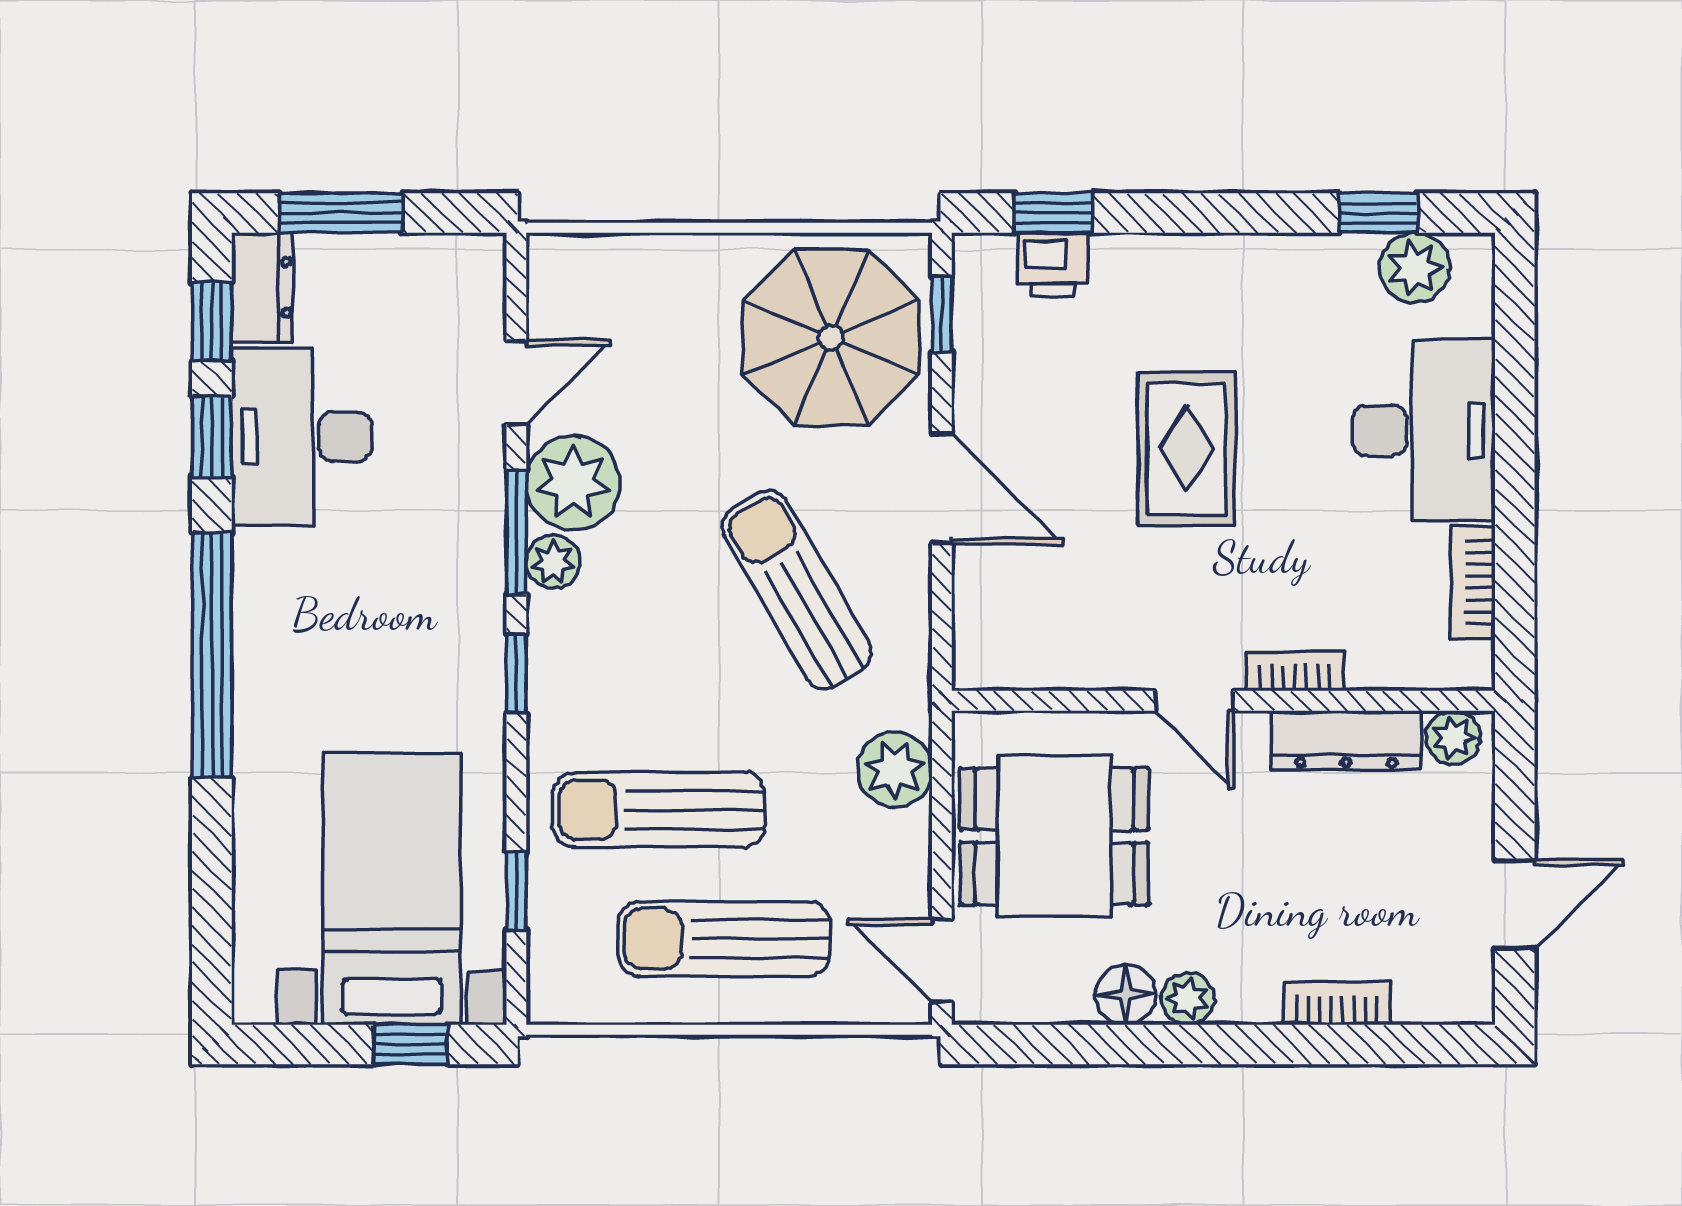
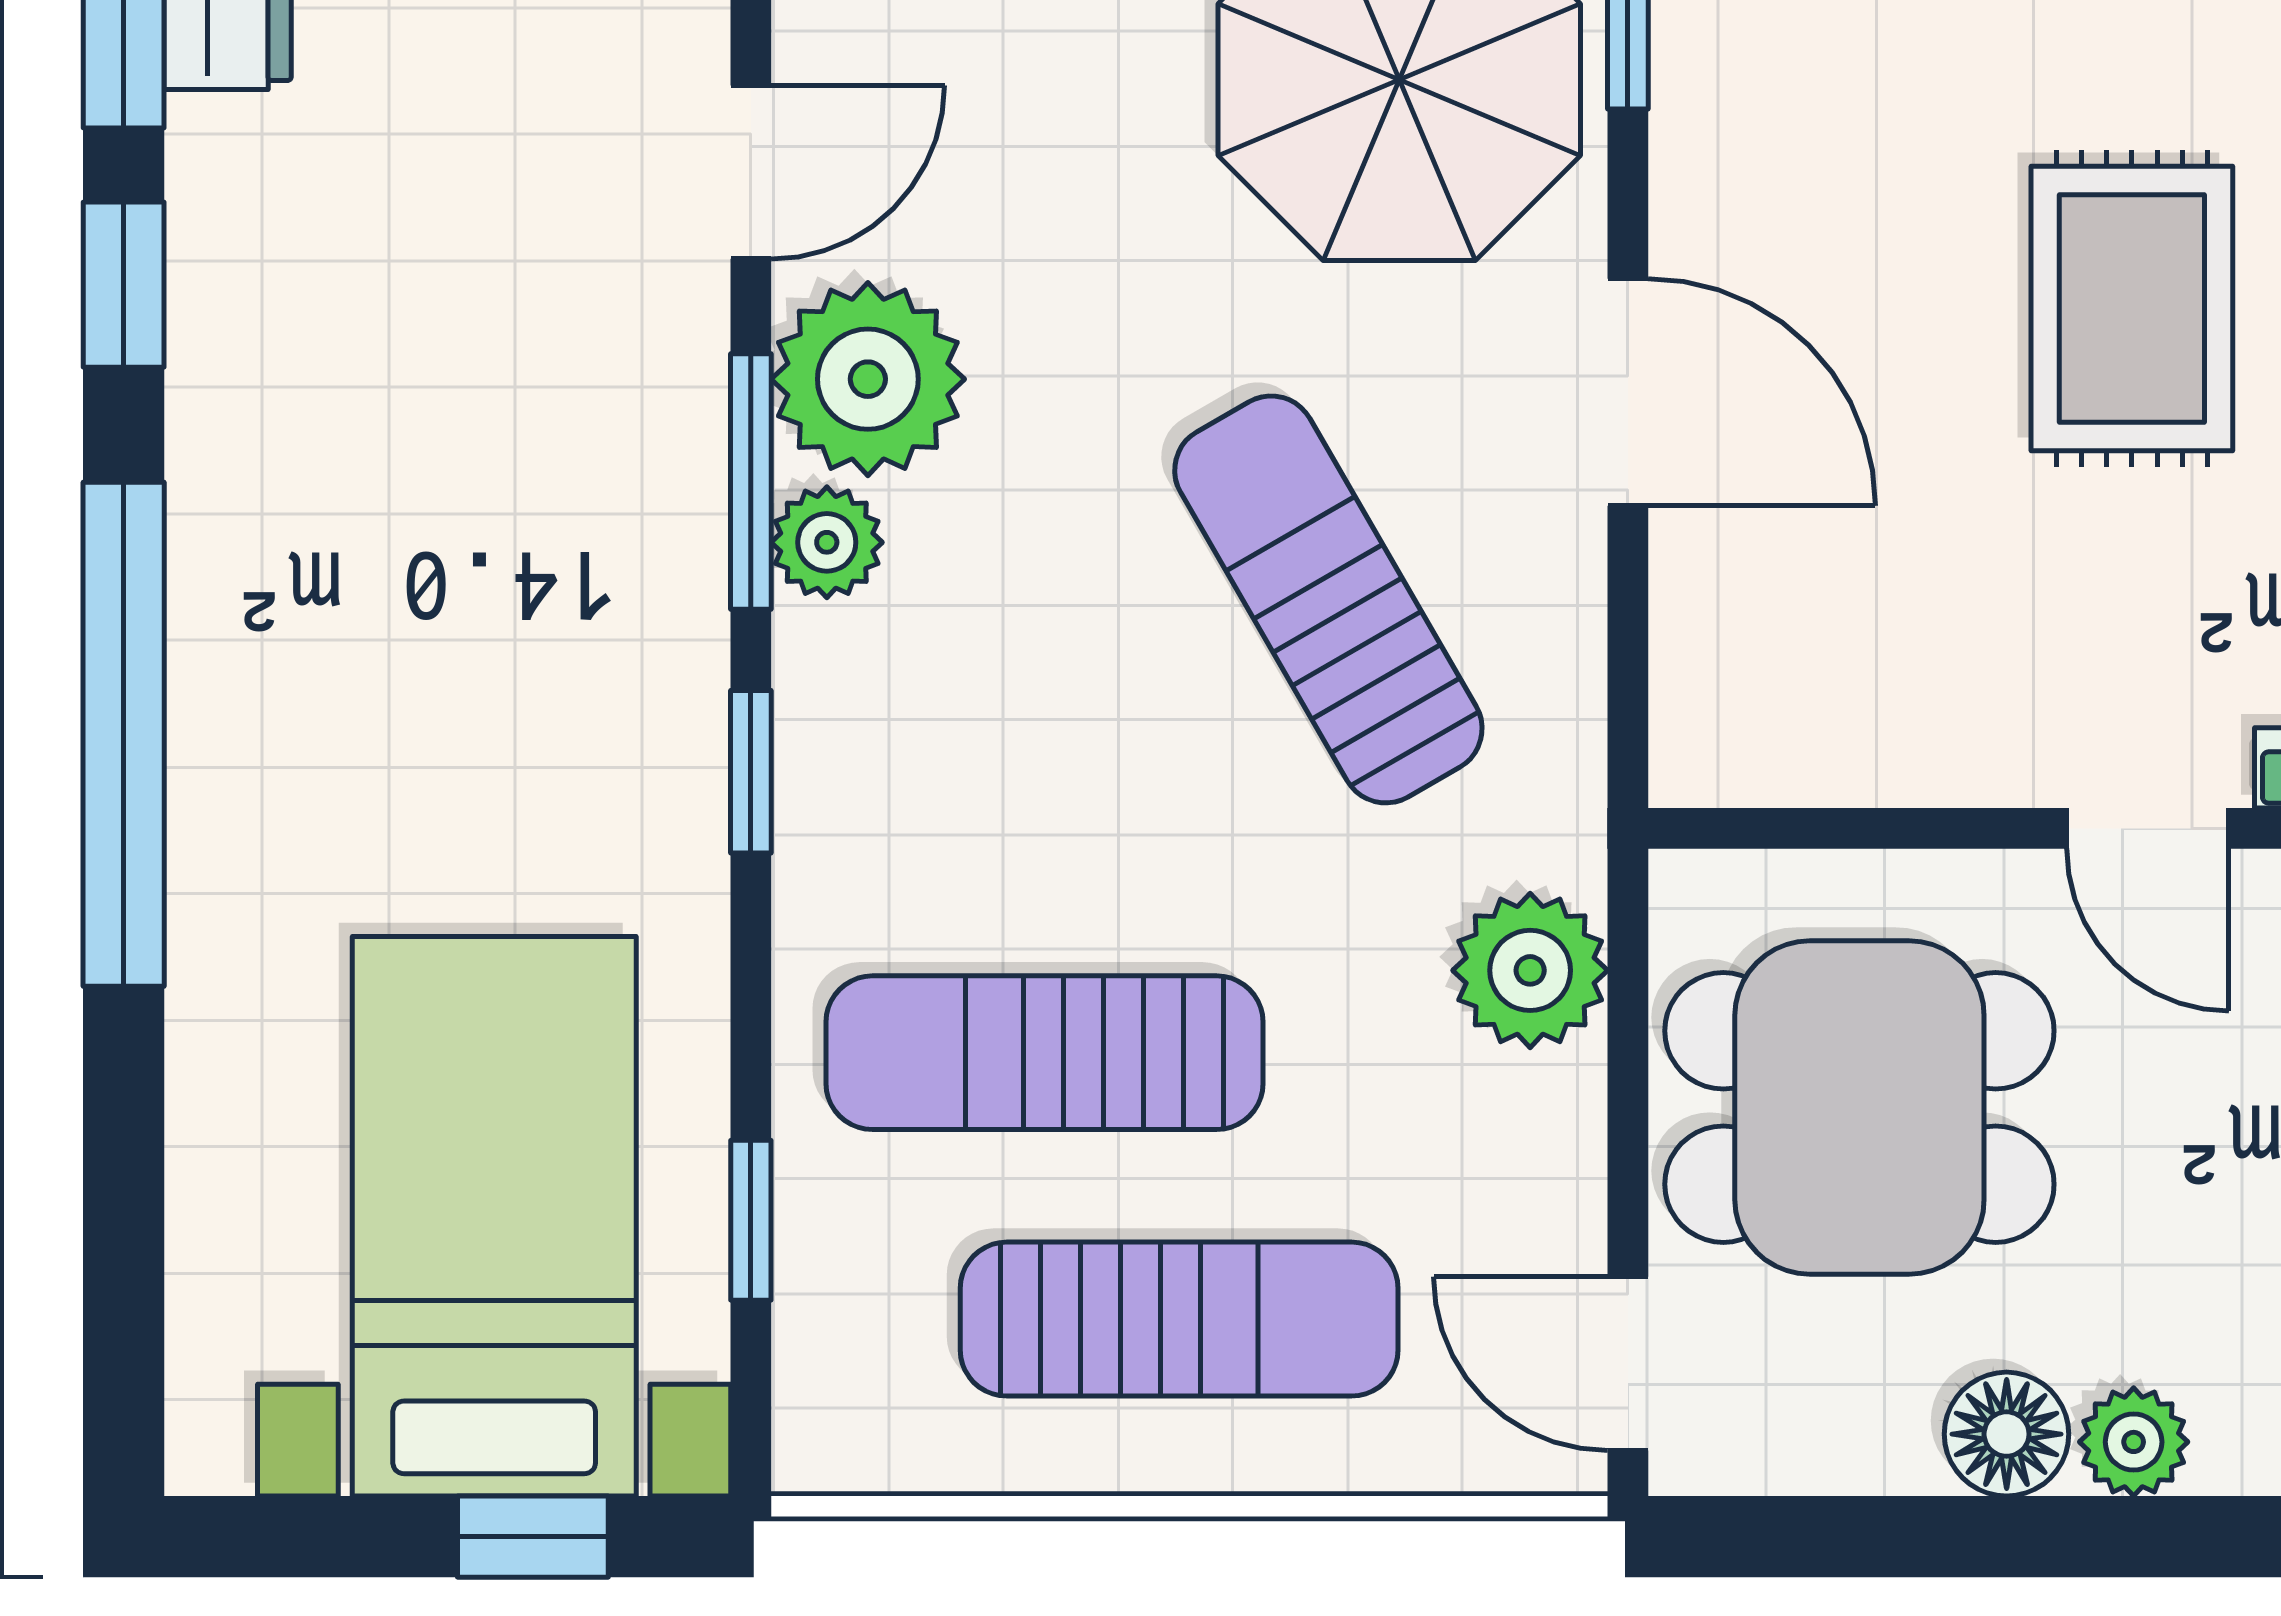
desk: (302, 437) -> (308, 284), removed
sun lounger: (724, 939) -> (1179, 1319), turned 180

